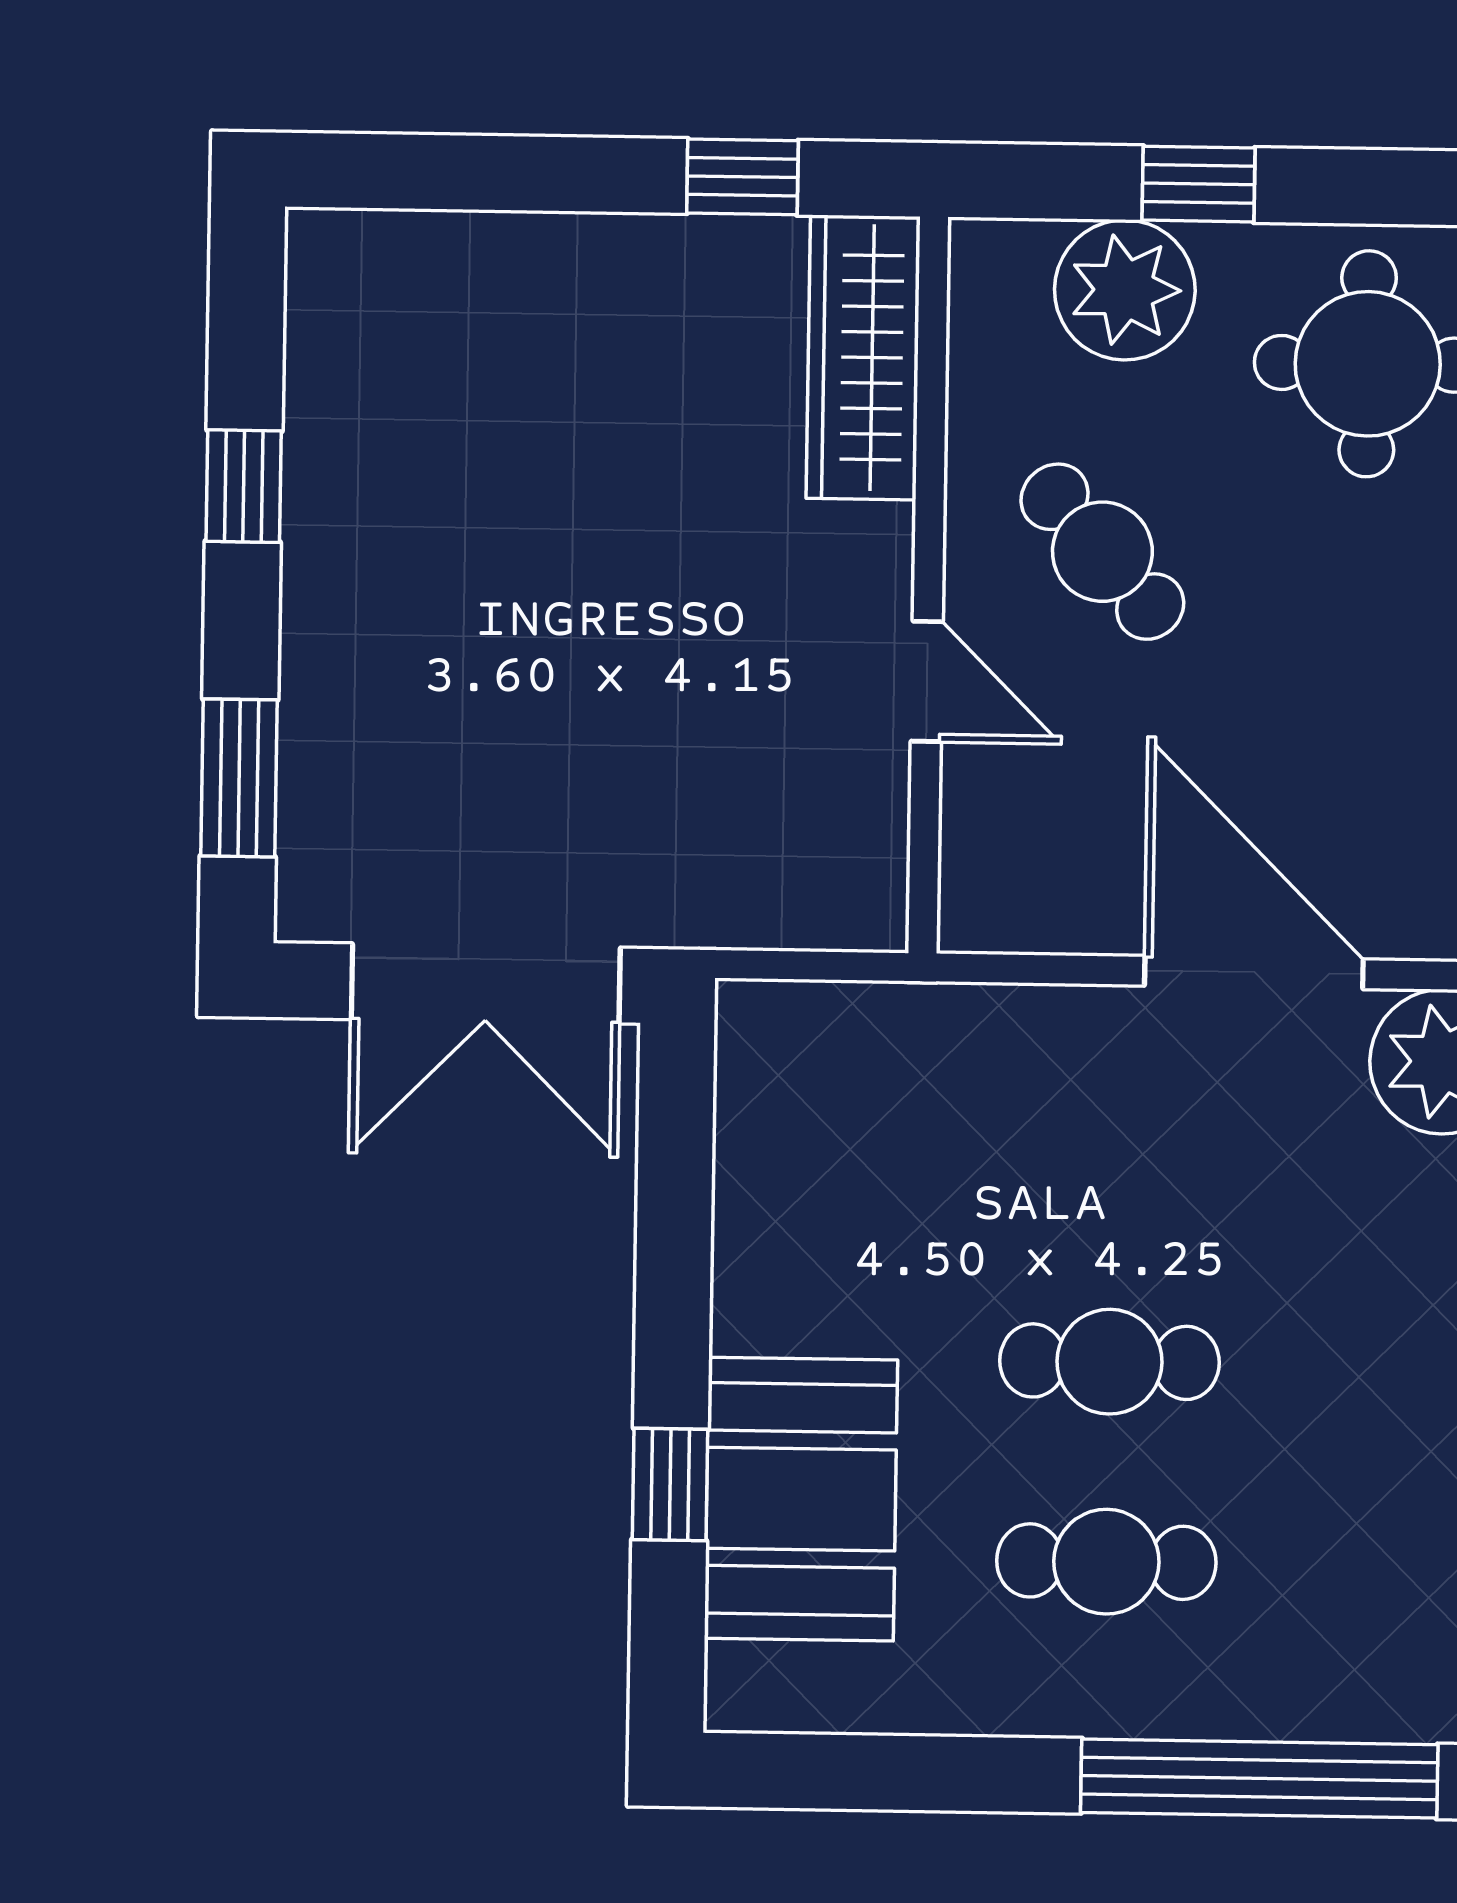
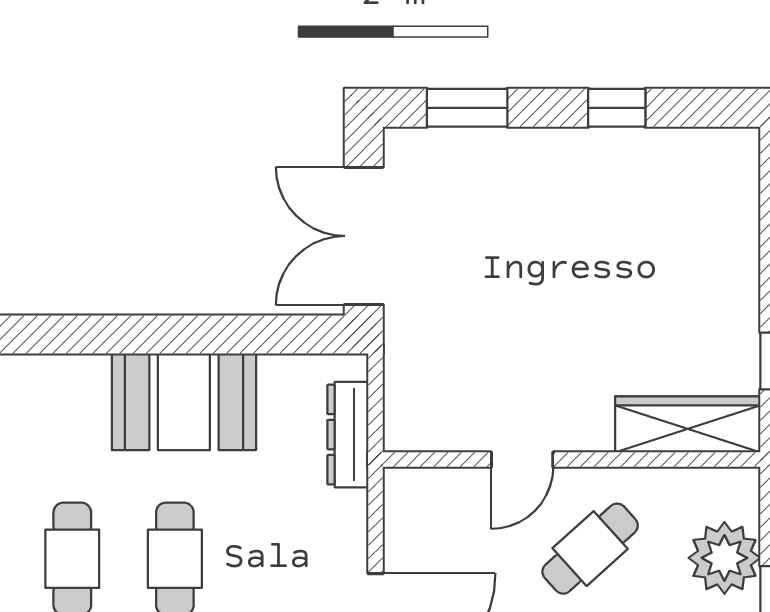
dresser: (873, 1021) -> (348, 435), added
window: (670, 1485) -> (108, 334), removed
booth: (801, 1499) -> (184, 402), moved

